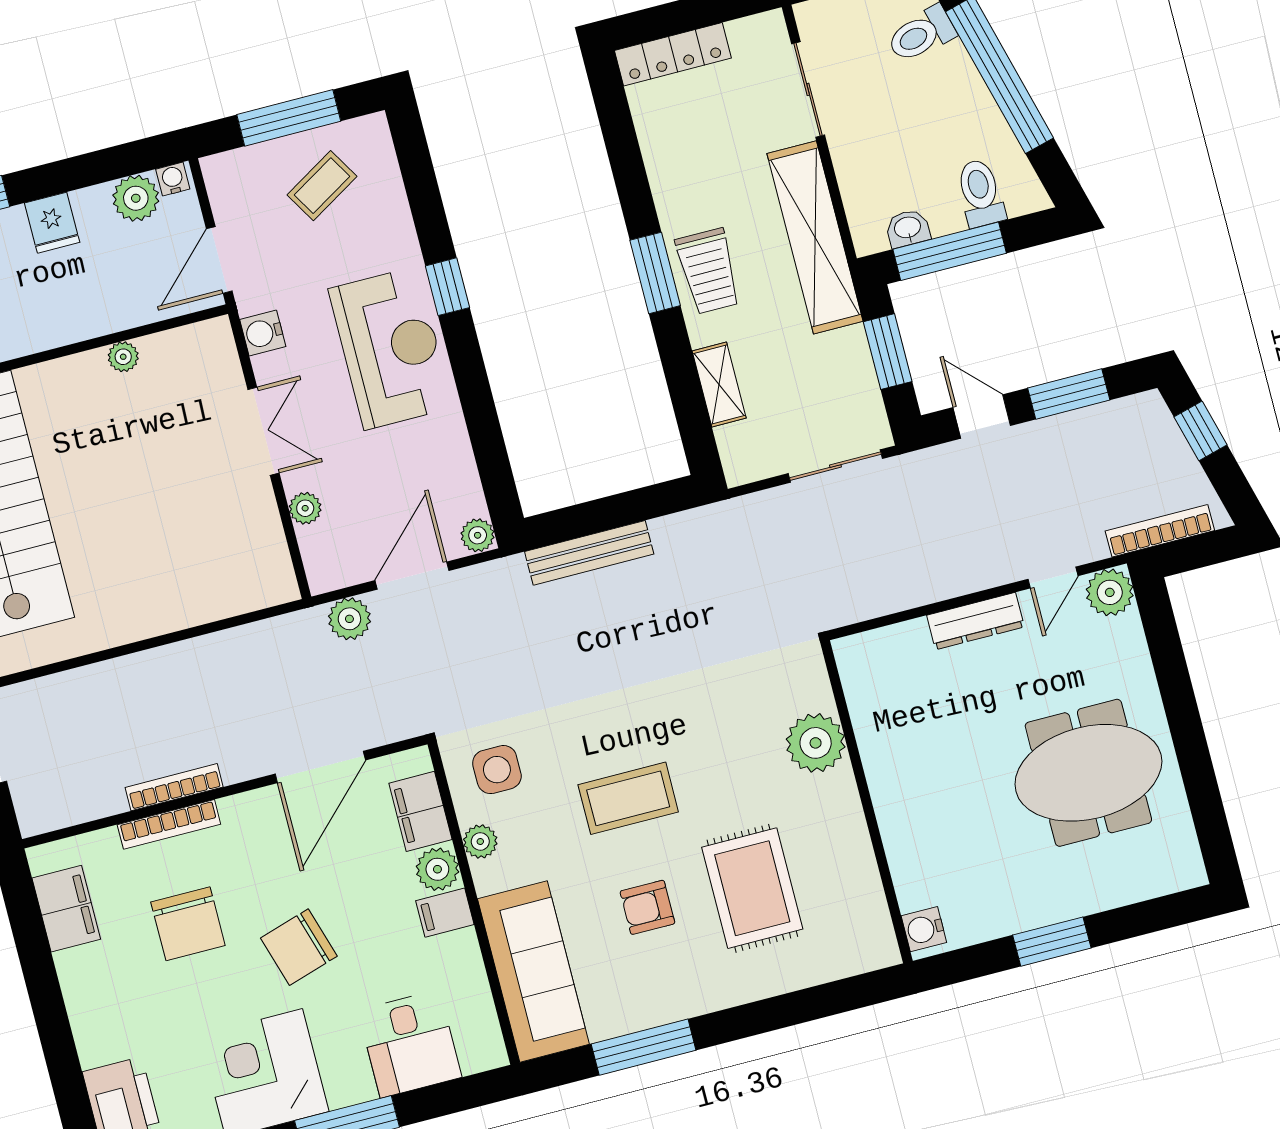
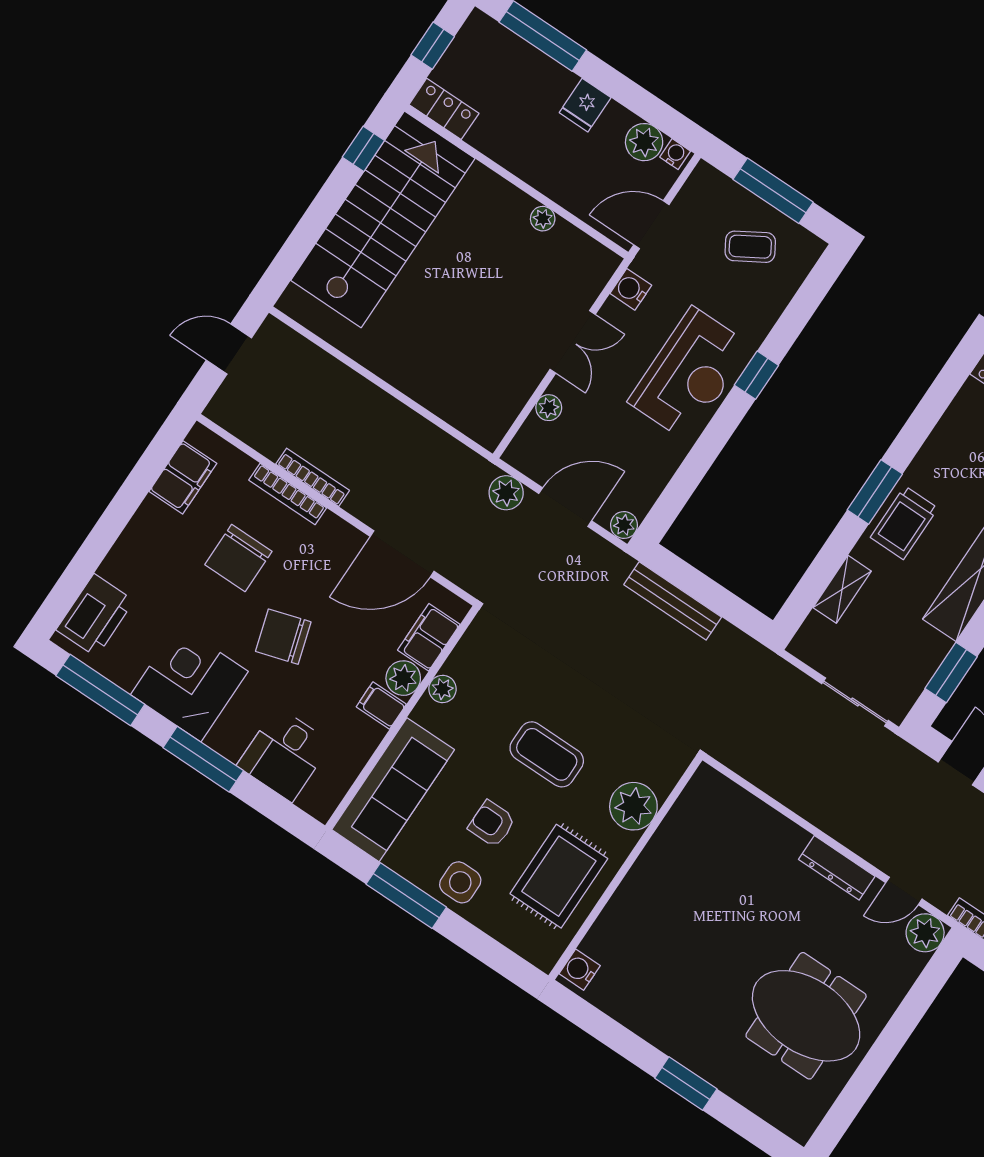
plant: (816, 743) -> (633, 806), moved
side table: (497, 770) -> (460, 882), moved
wall: (867, 802) -> (625, 868), moved
water cooler: (924, 929) -> (580, 970), moved

